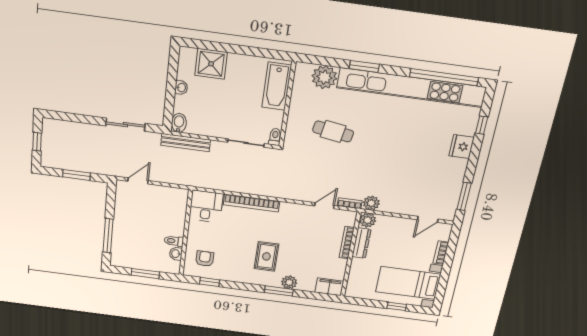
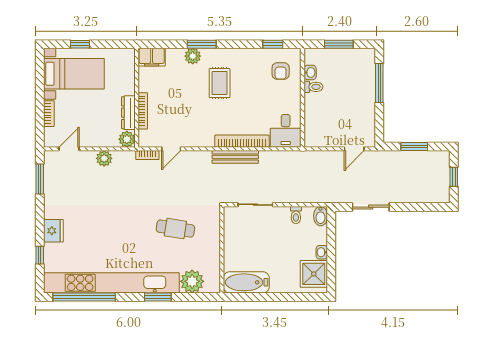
shower: (211, 64) -> (314, 274), moved
bathtub: (277, 86) -> (246, 282), moved, turned -90
toilet: (275, 137) -> (296, 215), moved
bench: (186, 143) -> (235, 157), moved
plant: (371, 203) -> (104, 158), moved

